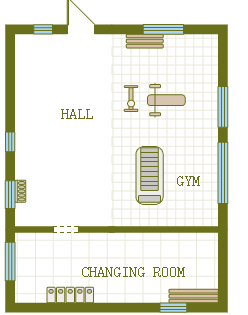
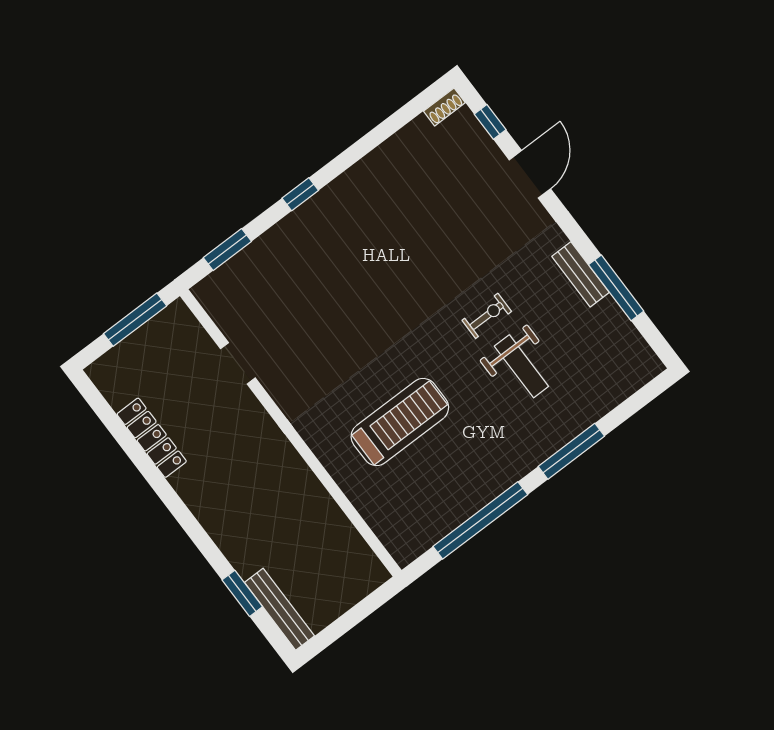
exercise bike: (131, 99) -> (487, 316), turned 180
shoe rack: (20, 191) -> (444, 107), moved

